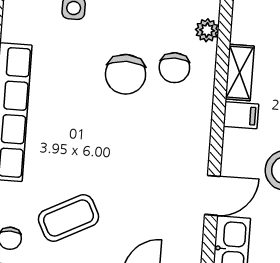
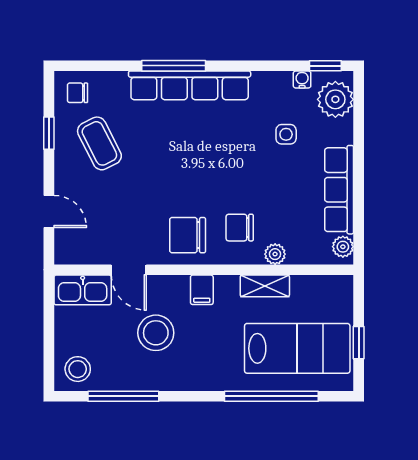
shelving: (240, 73) -> (265, 286), moved
chair: (126, 74) -> (188, 235), moved

